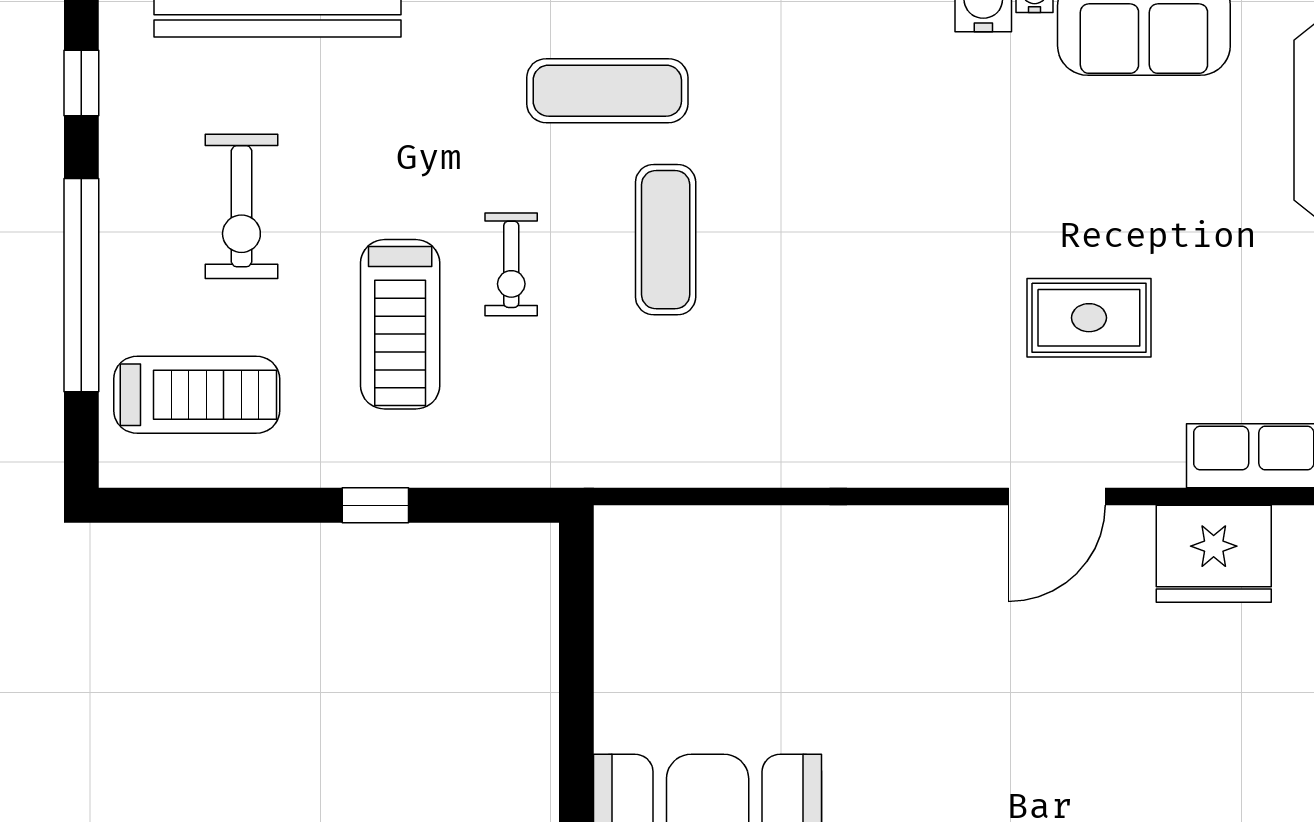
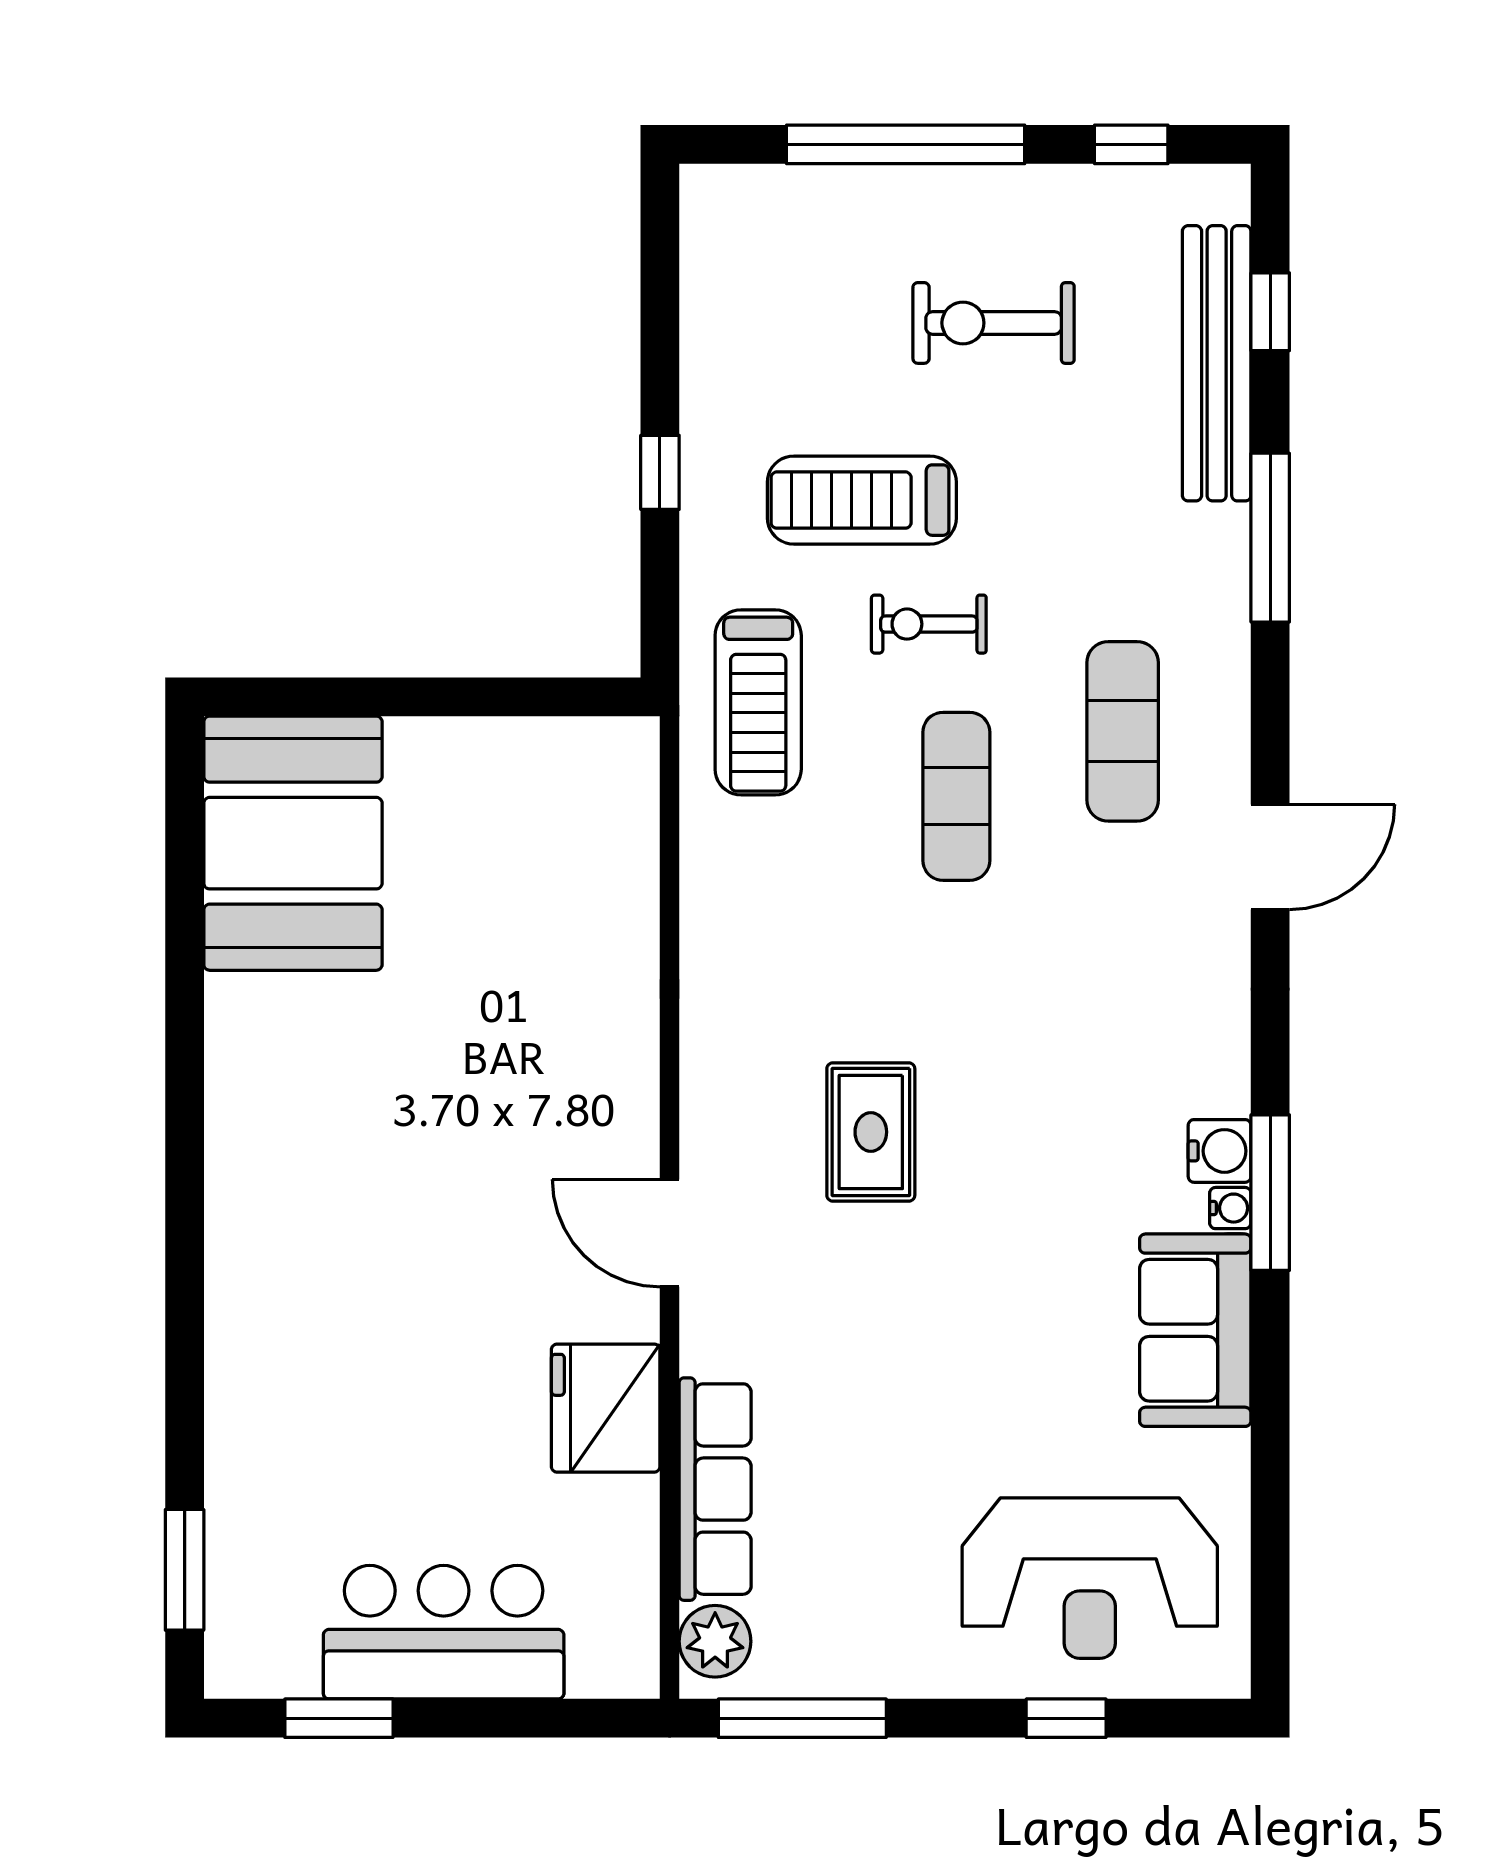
exercise mat: (666, 240) -> (956, 796), turned 90
rug: (1089, 318) -> (871, 1132), moved
treadmill: (197, 395) -> (758, 702), moved

